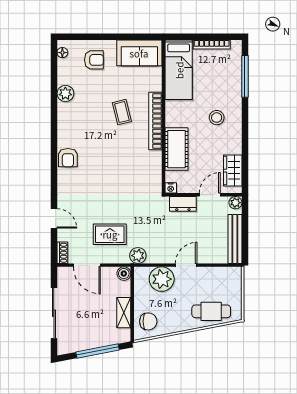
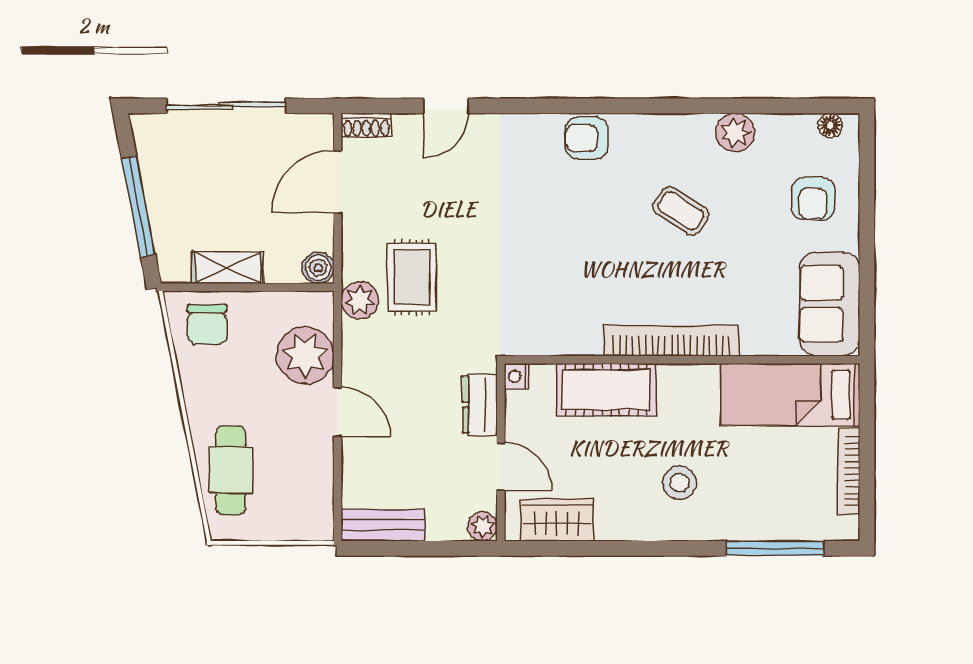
coffee table: (122, 112) -> (681, 211), moved, turned 47
rug: (110, 234) -> (412, 277), moved
bench: (235, 239) -> (383, 525), width x0.73

